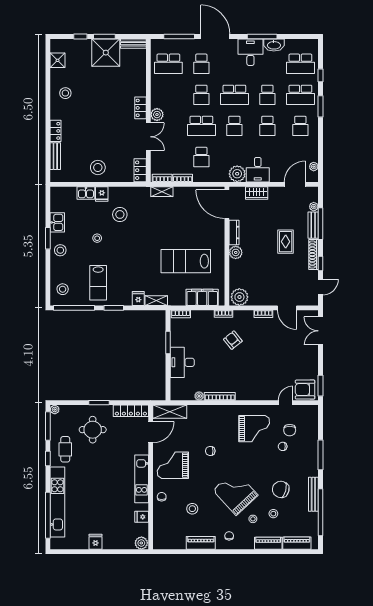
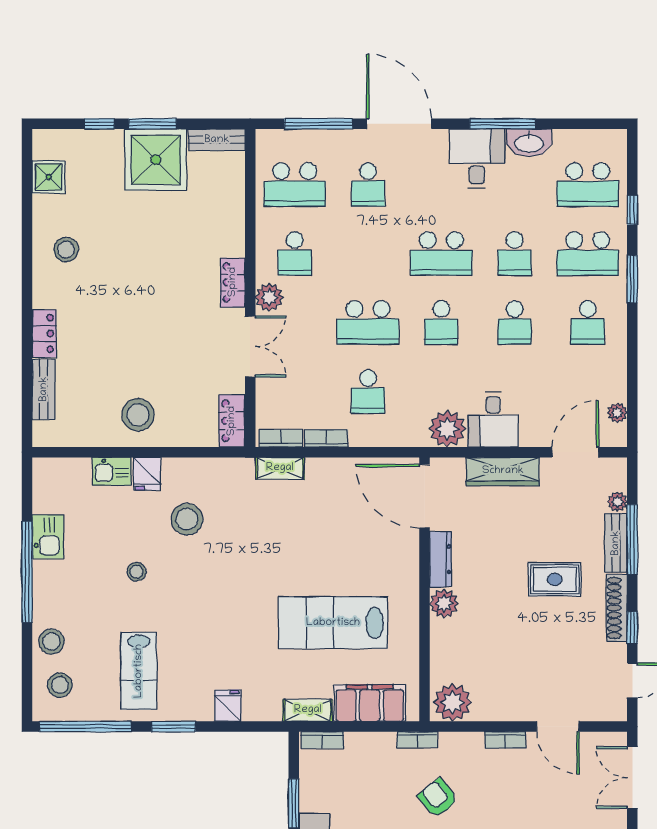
school desk: (201, 95) -> (295, 254), moved
wardrobe: (257, 193) -> (503, 471), width x1.50
window: (48, 238) -> (27, 572), width x2.11
rug: (286, 242) -> (555, 579), turned 90
stool: (60, 250) -> (51, 642), moved
shelving: (156, 301) -> (308, 710), moved

